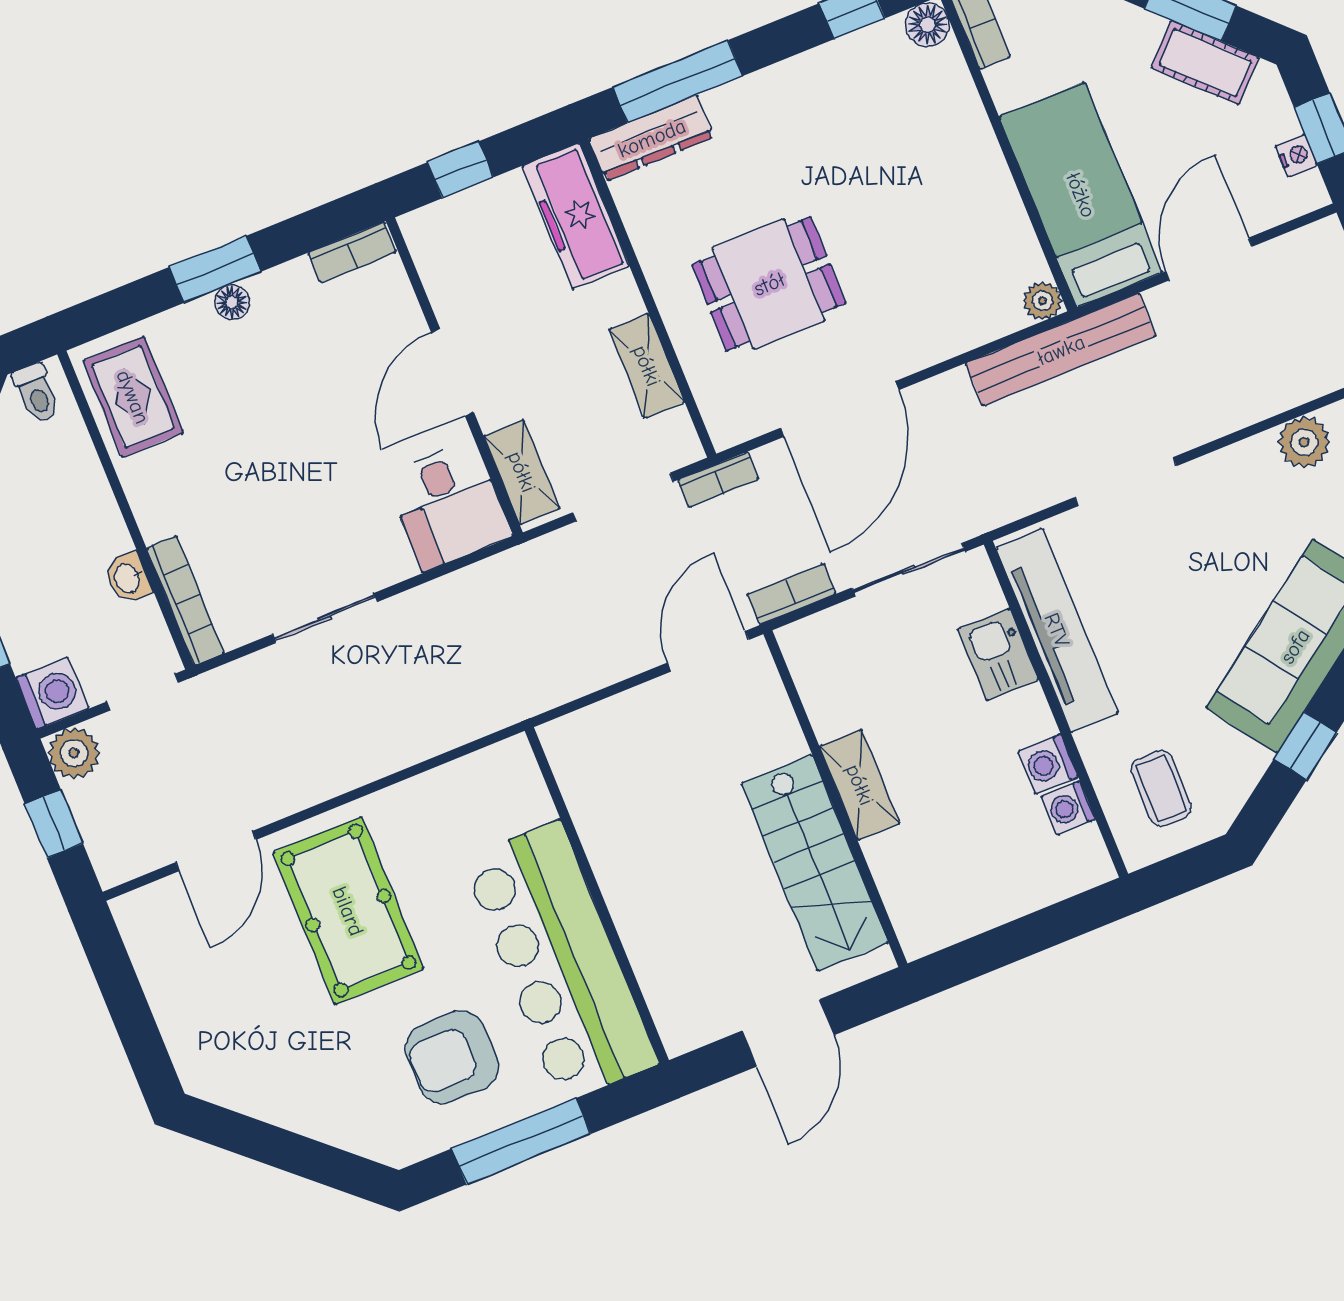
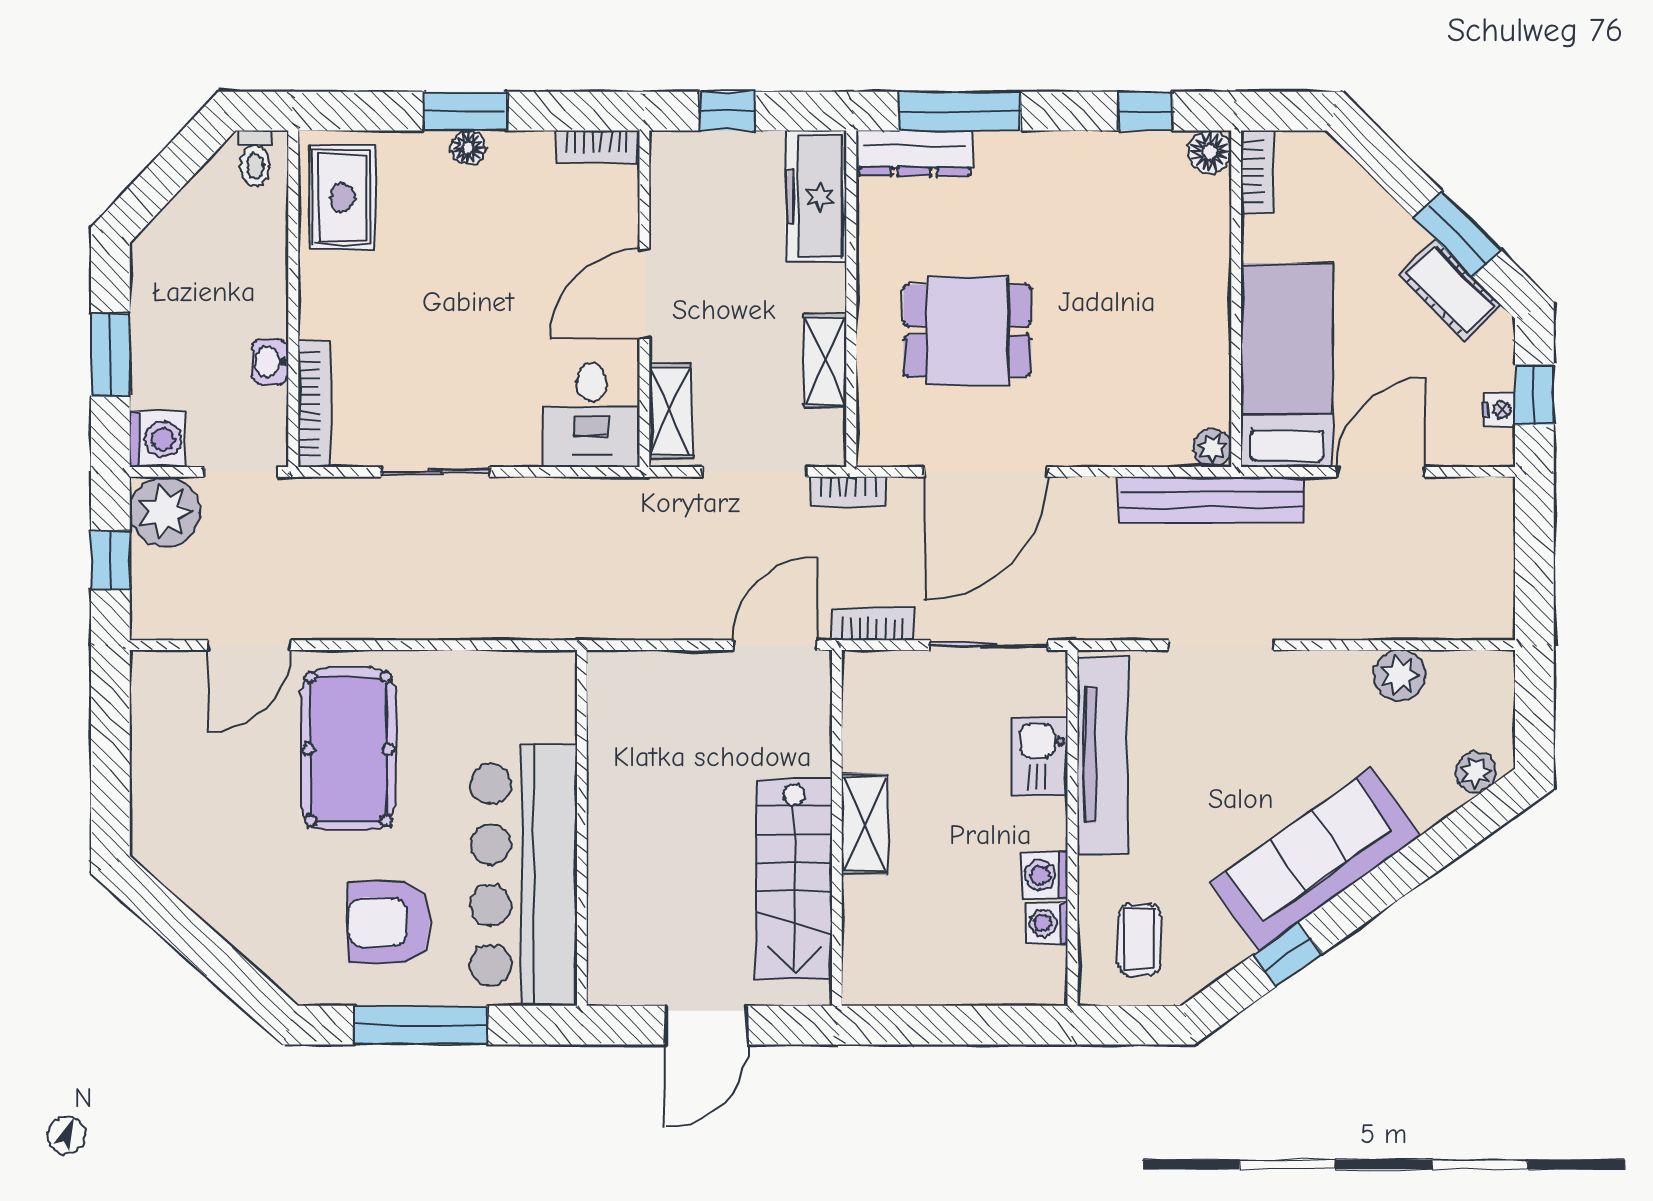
plant: (74, 753) -> (165, 512), width x1.36, depth x1.36

